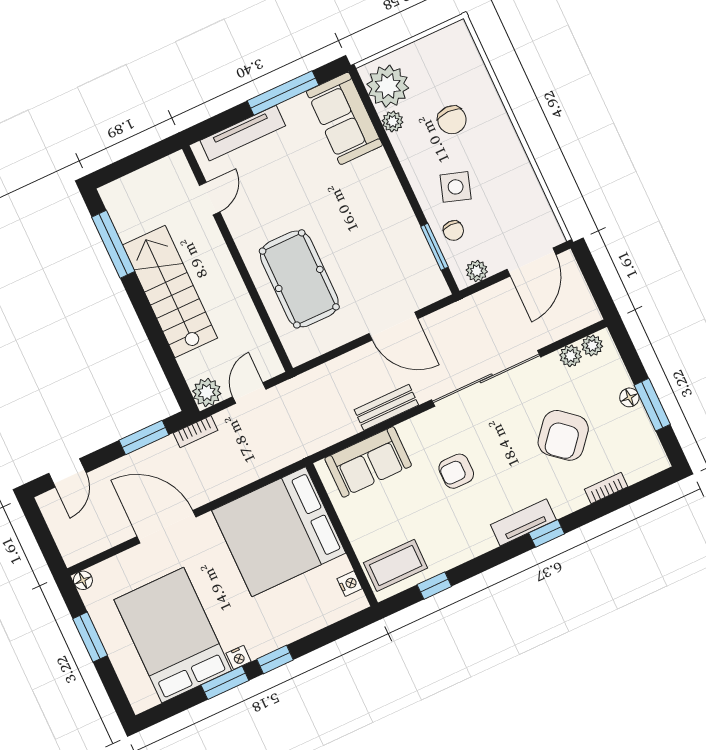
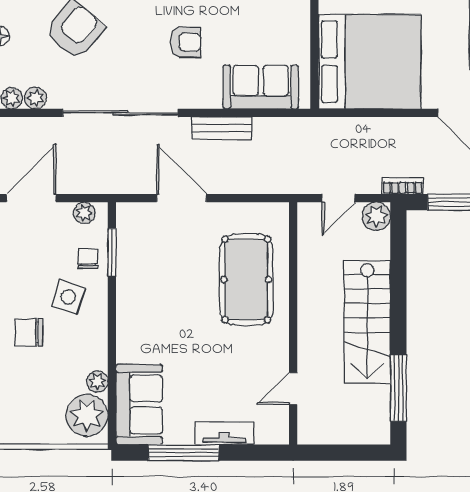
chair: (452, 120) -> (29, 332), moved, turned -90
tv unit: (243, 133) -> (224, 433), width x0.71

